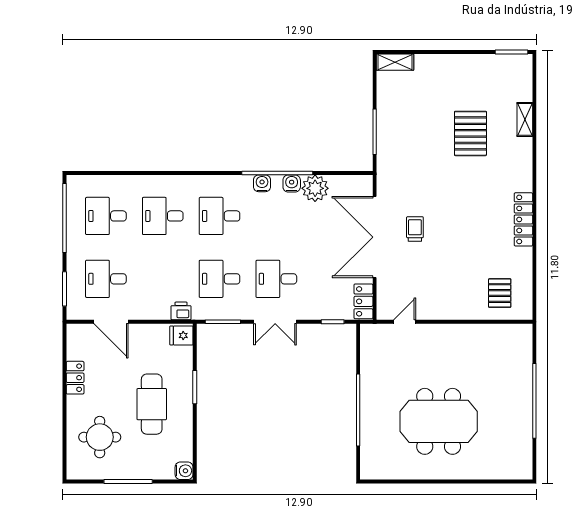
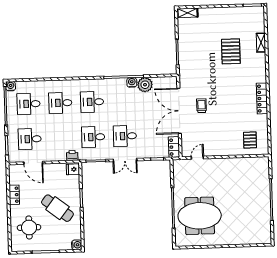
water cooler: (262, 183) -> (11, 86), moved
cafe table: (152, 404) -> (57, 208), turned -52
meeting table: (439, 421) -> (200, 216), moved

